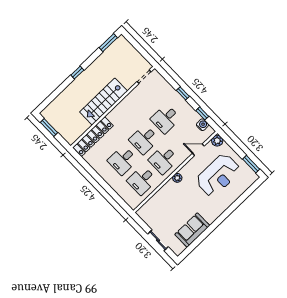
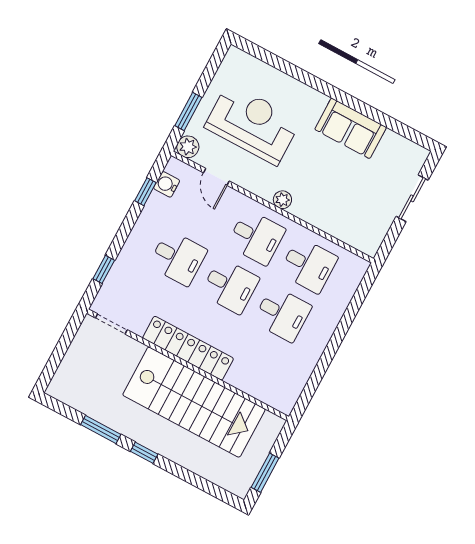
window: (108, 43) -> (101, 430), moved
window: (183, 93) -> (104, 269), moved
stairs: (104, 101) -> (194, 402), width x1.36, depth x1.51
locker: (93, 136) -> (188, 348), moved
window: (251, 164) -> (188, 112), moved
sofa: (192, 230) -> (351, 128), moved

